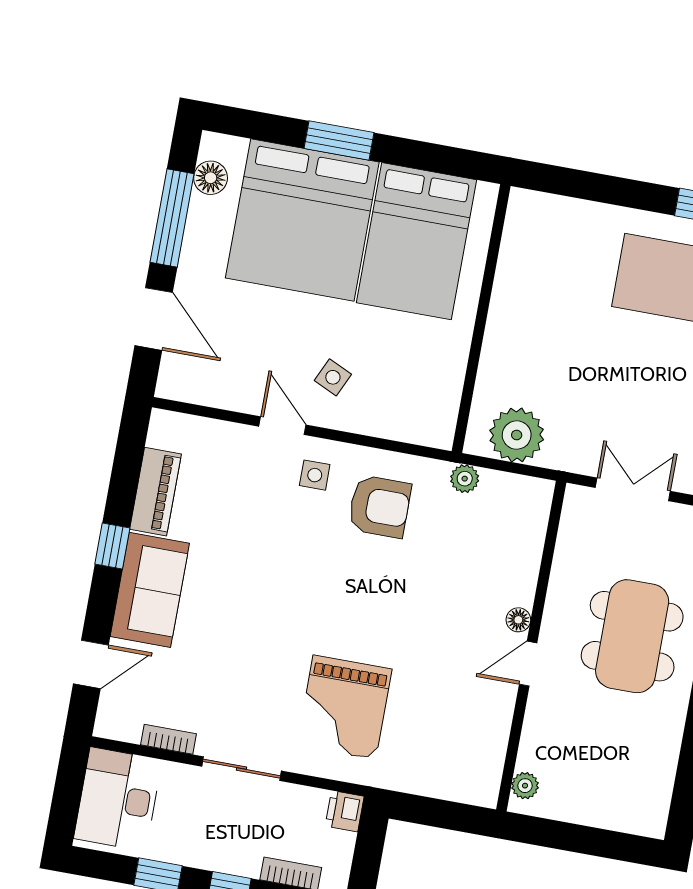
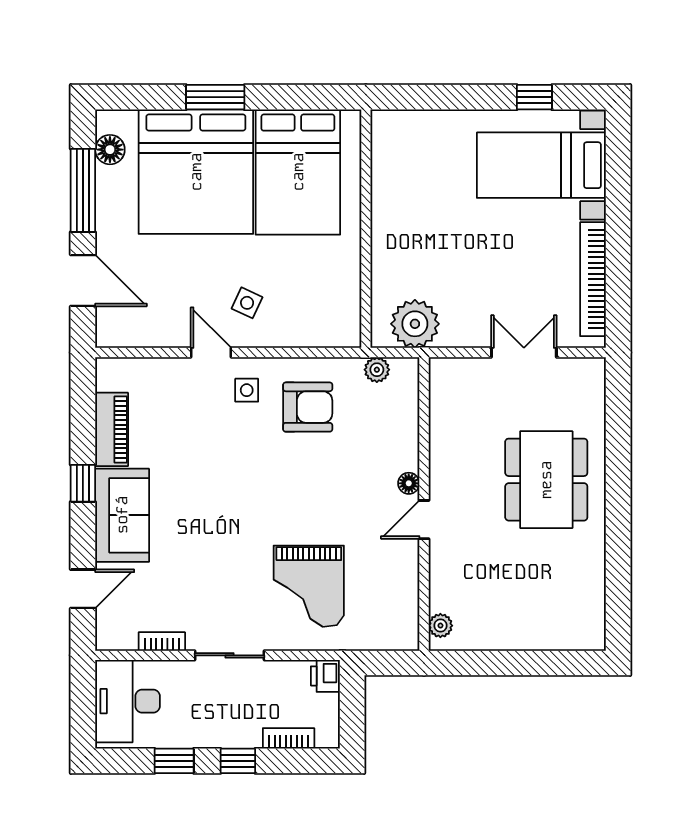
floor lamp: (518, 620) -> (409, 483), moved
wall: (531, 646) -> (424, 504), moved
door: (528, 664) -> (424, 520), moved
plant: (525, 786) -> (440, 626), moved

